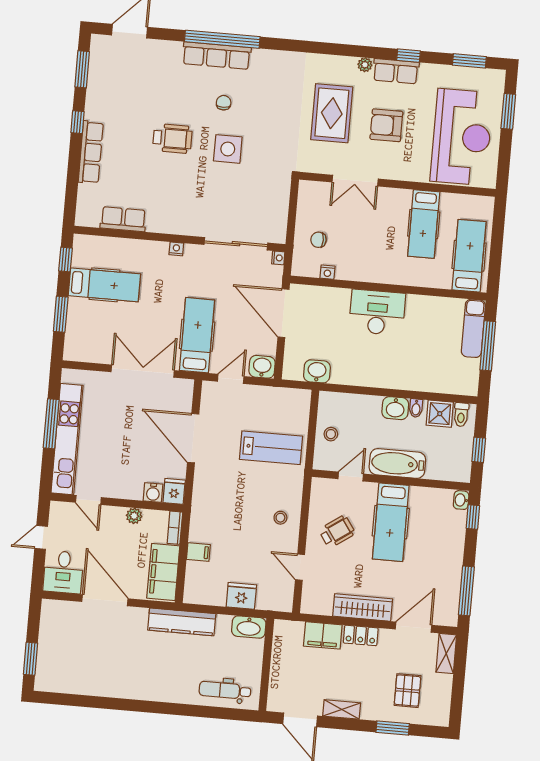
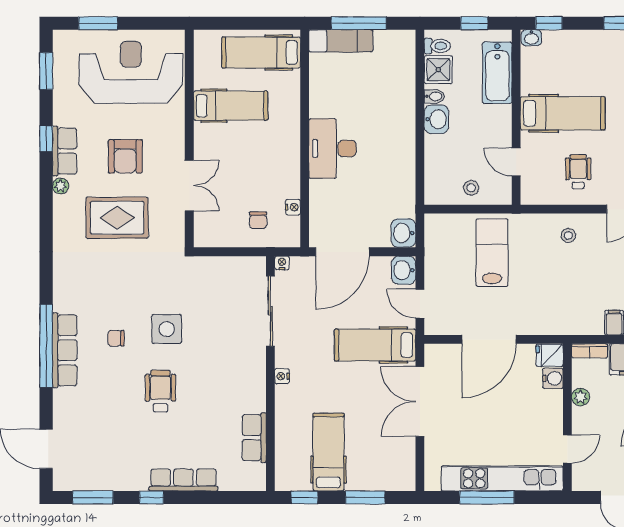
washbasin: (317, 371) -> (403, 233), moved
bathtub: (397, 463) -> (497, 73), moved
wheelchair: (337, 532) -> (578, 172), turned 35

